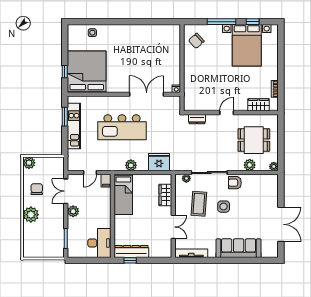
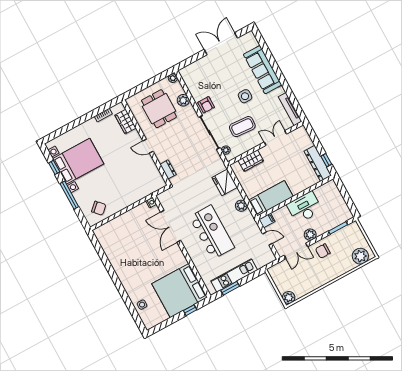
chair: (37, 189) -> (323, 251), moved
side table: (224, 207) -> (245, 96), moved
plant: (31, 215) -> (360, 256), moved
desk: (99, 243) -> (304, 207), moved

